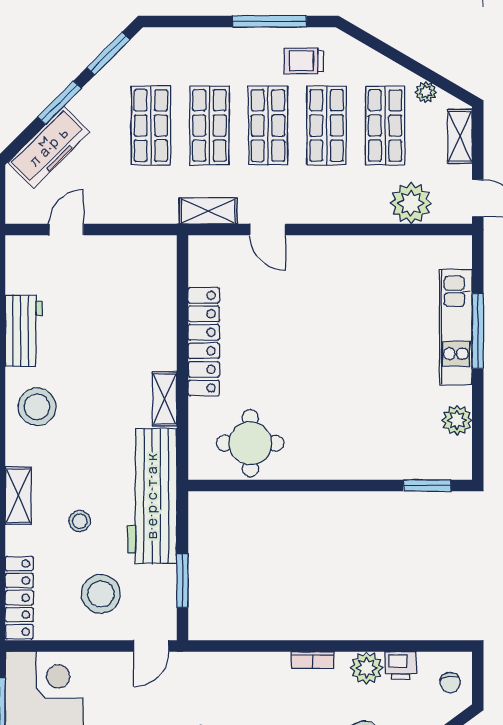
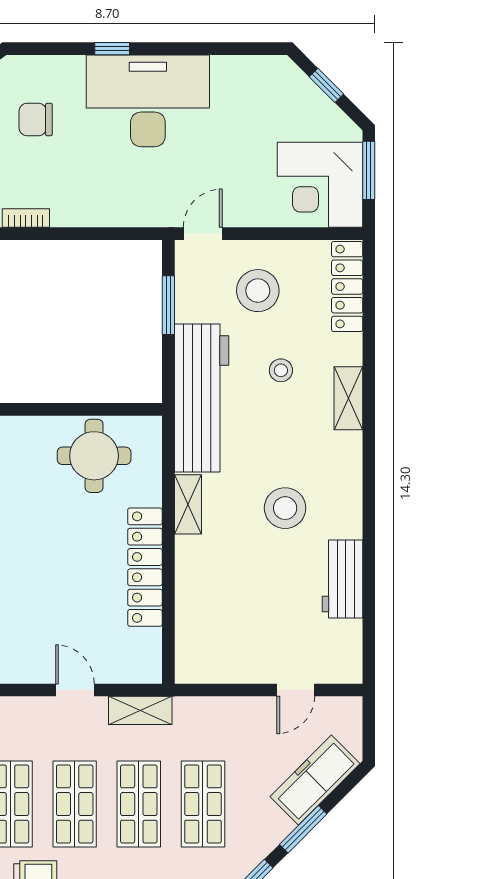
stool: (37, 407) -> (285, 508), moved

